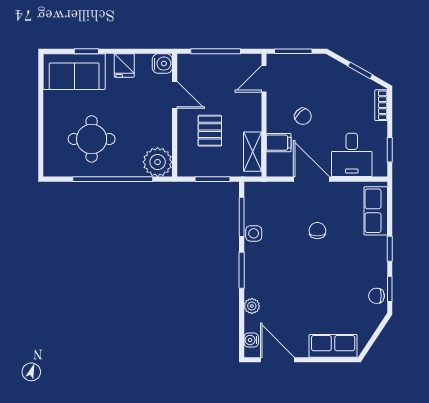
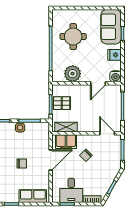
pallet: (210, 131) -> (62, 103), moved
filing cabinet: (279, 143) -> (66, 142), width x2.00
desk: (352, 155) -> (71, 190), moved, turned -90
plant: (158, 162) -> (73, 74), moved

